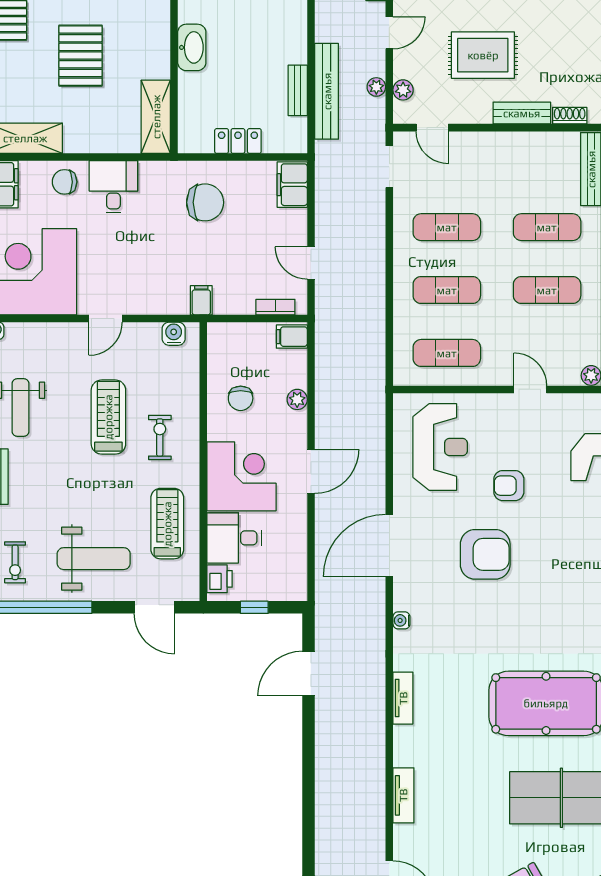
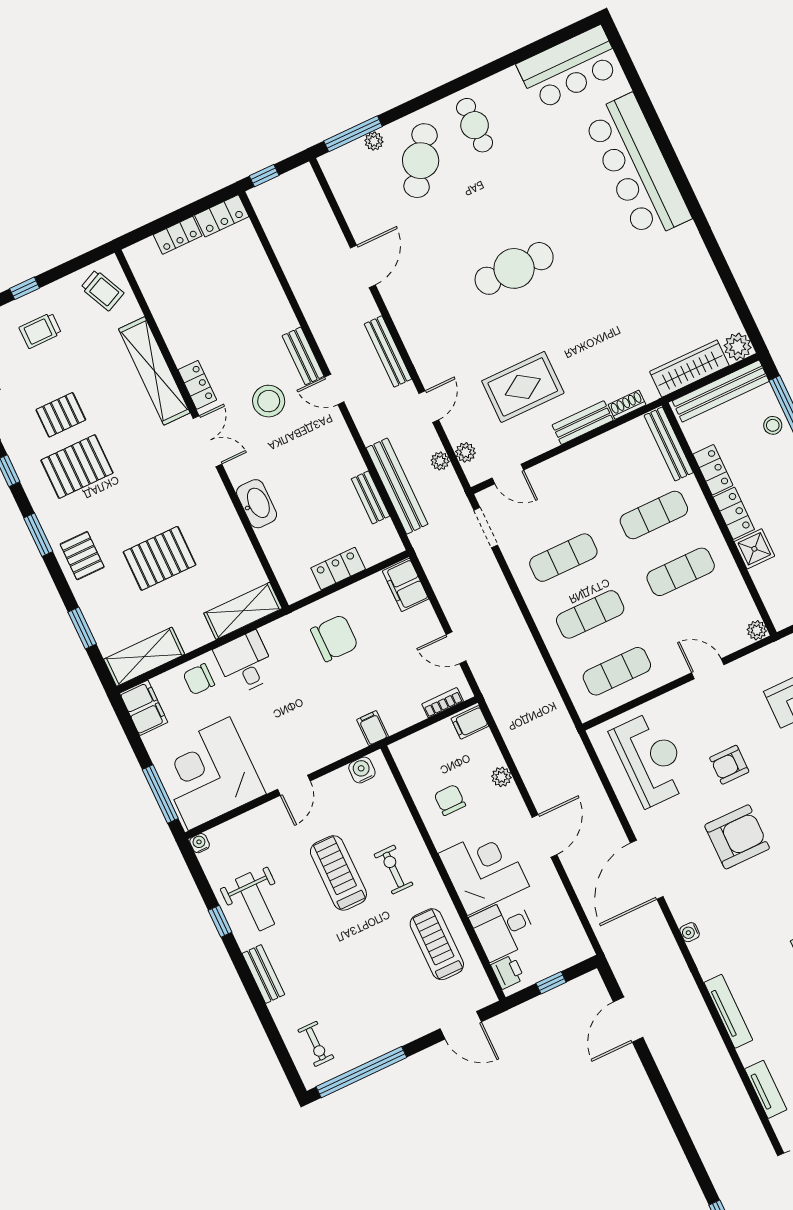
pallet: (80, 56) -> (160, 558), turned 90
shelving: (156, 117) -> (243, 611), moved, turned 90
chair: (241, 398) -> (450, 800), turned 180
weight bench: (94, 559) -> (385, 1007), removed
tv unit: (403, 698) -> (728, 1011), width x1.41

